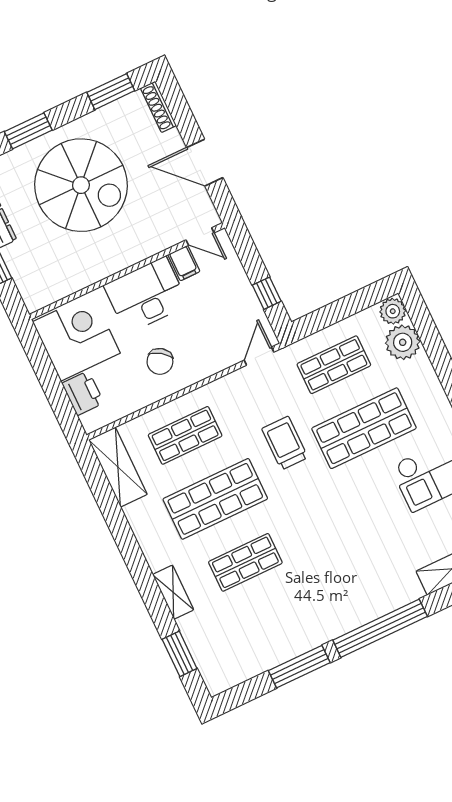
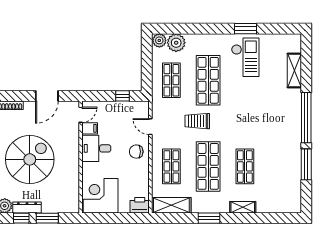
desk: (146, 295) -> (96, 148), width x0.73
door: (259, 356) -> (150, 127), moved
chair: (160, 361) -> (136, 152), moved, turned 145
printer: (83, 393) -> (140, 205), moved
window: (180, 654) -> (209, 218), moved

